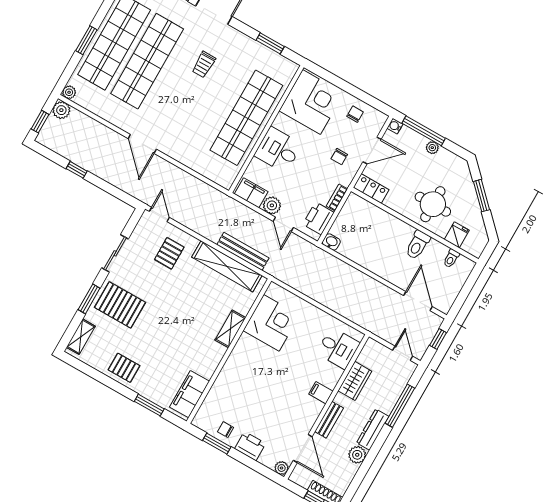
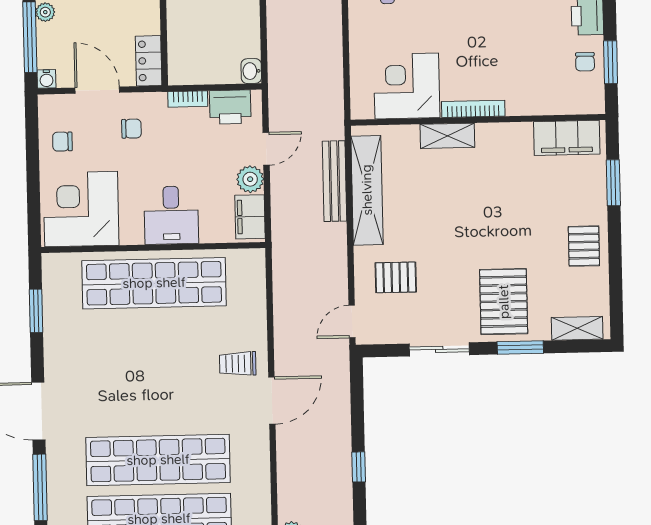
trolley: (204, 65) -> (238, 364), moved, turned 180
bookcase: (237, 352) -> (473, 109), added

